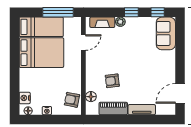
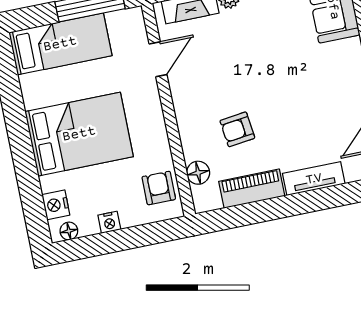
bed: (41, 53) -> (79, 134), moved
armchair: (72, 100) -> (159, 188), turned 79

